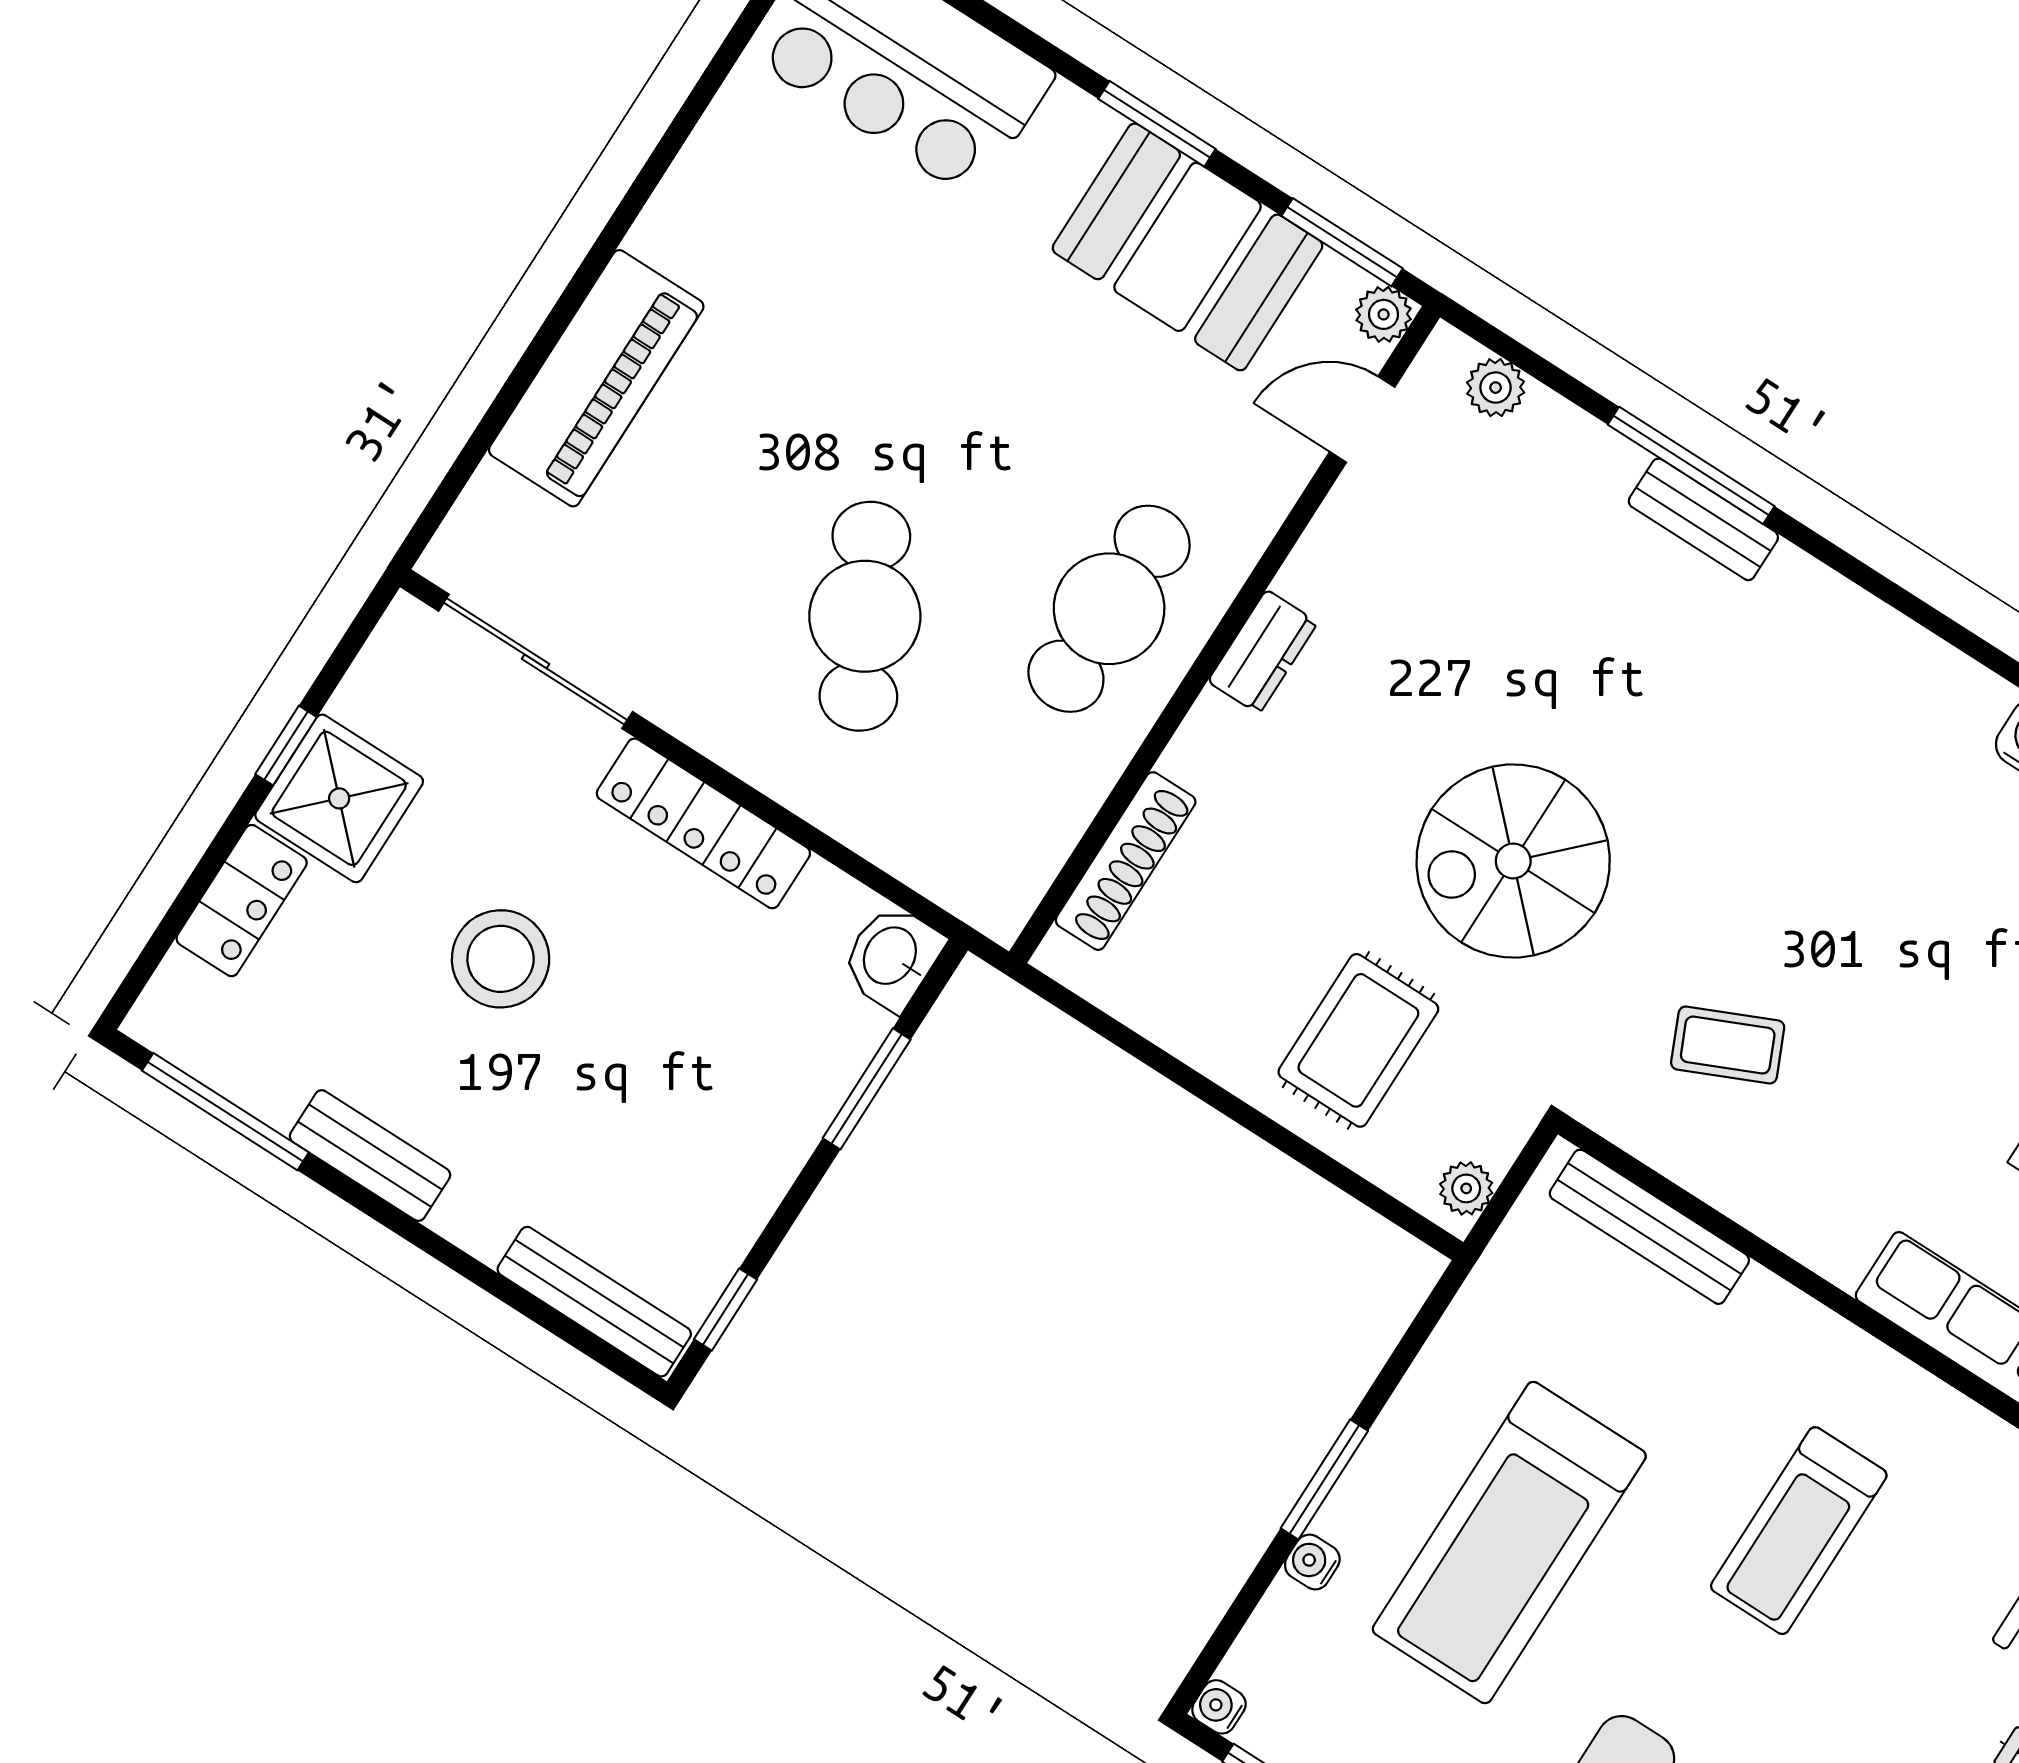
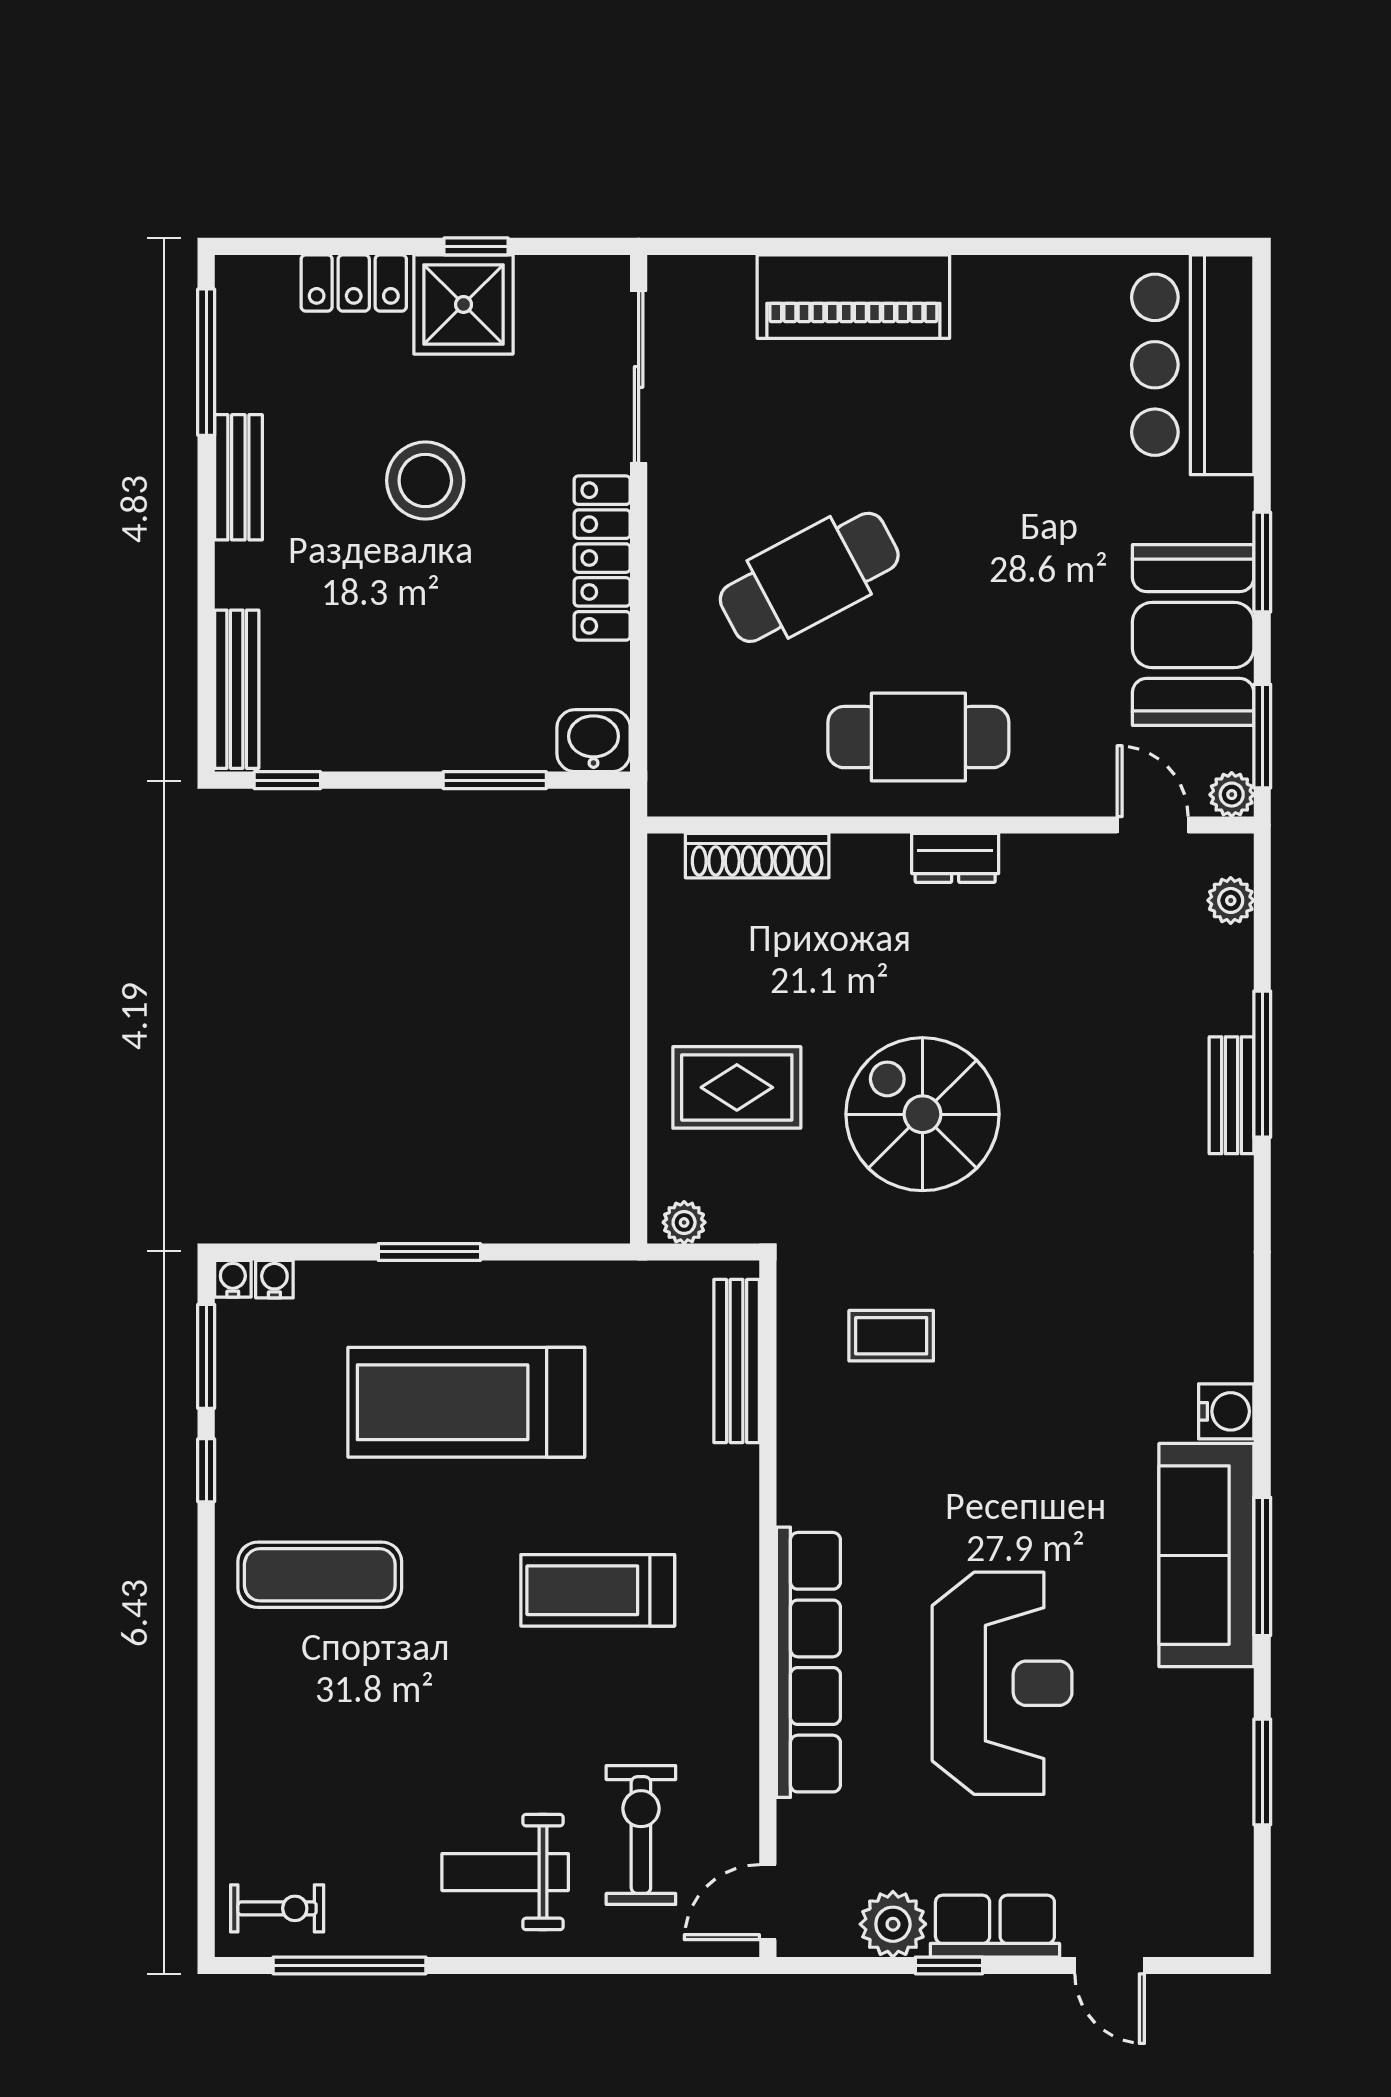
coffee table: (1728, 1045) -> (891, 1336), turned -66
water cooler: (1312, 1562) -> (274, 1279), moved

